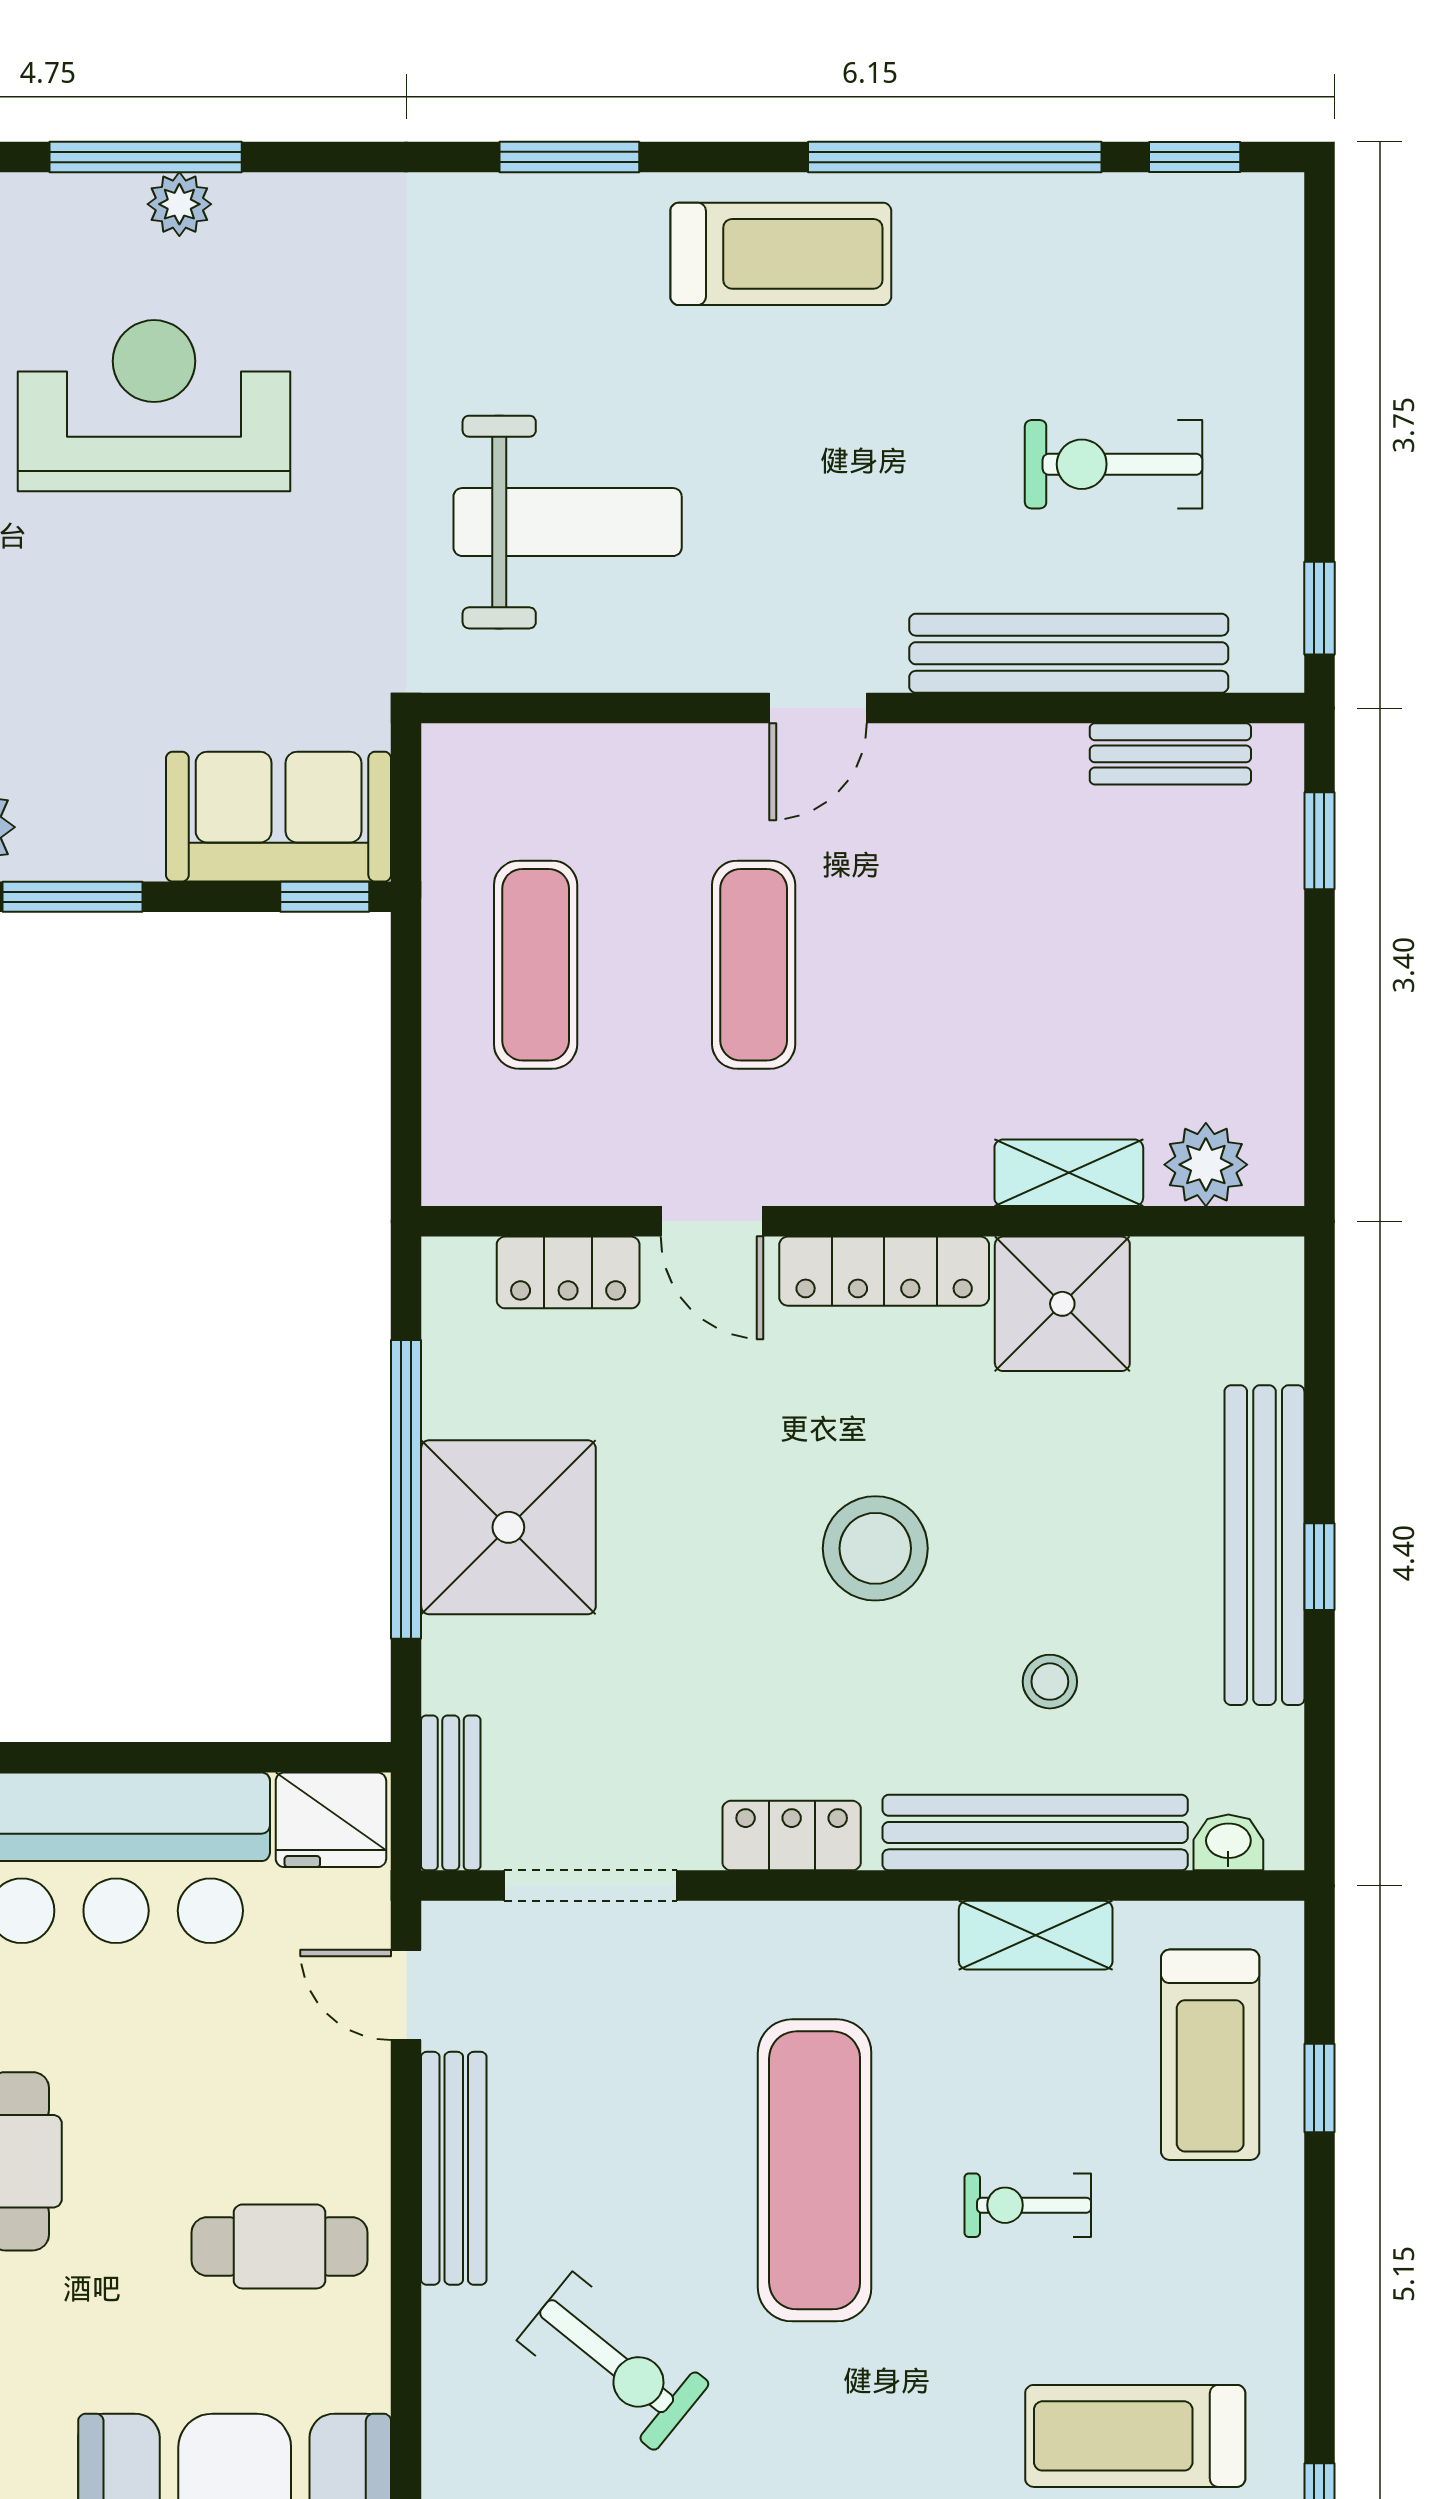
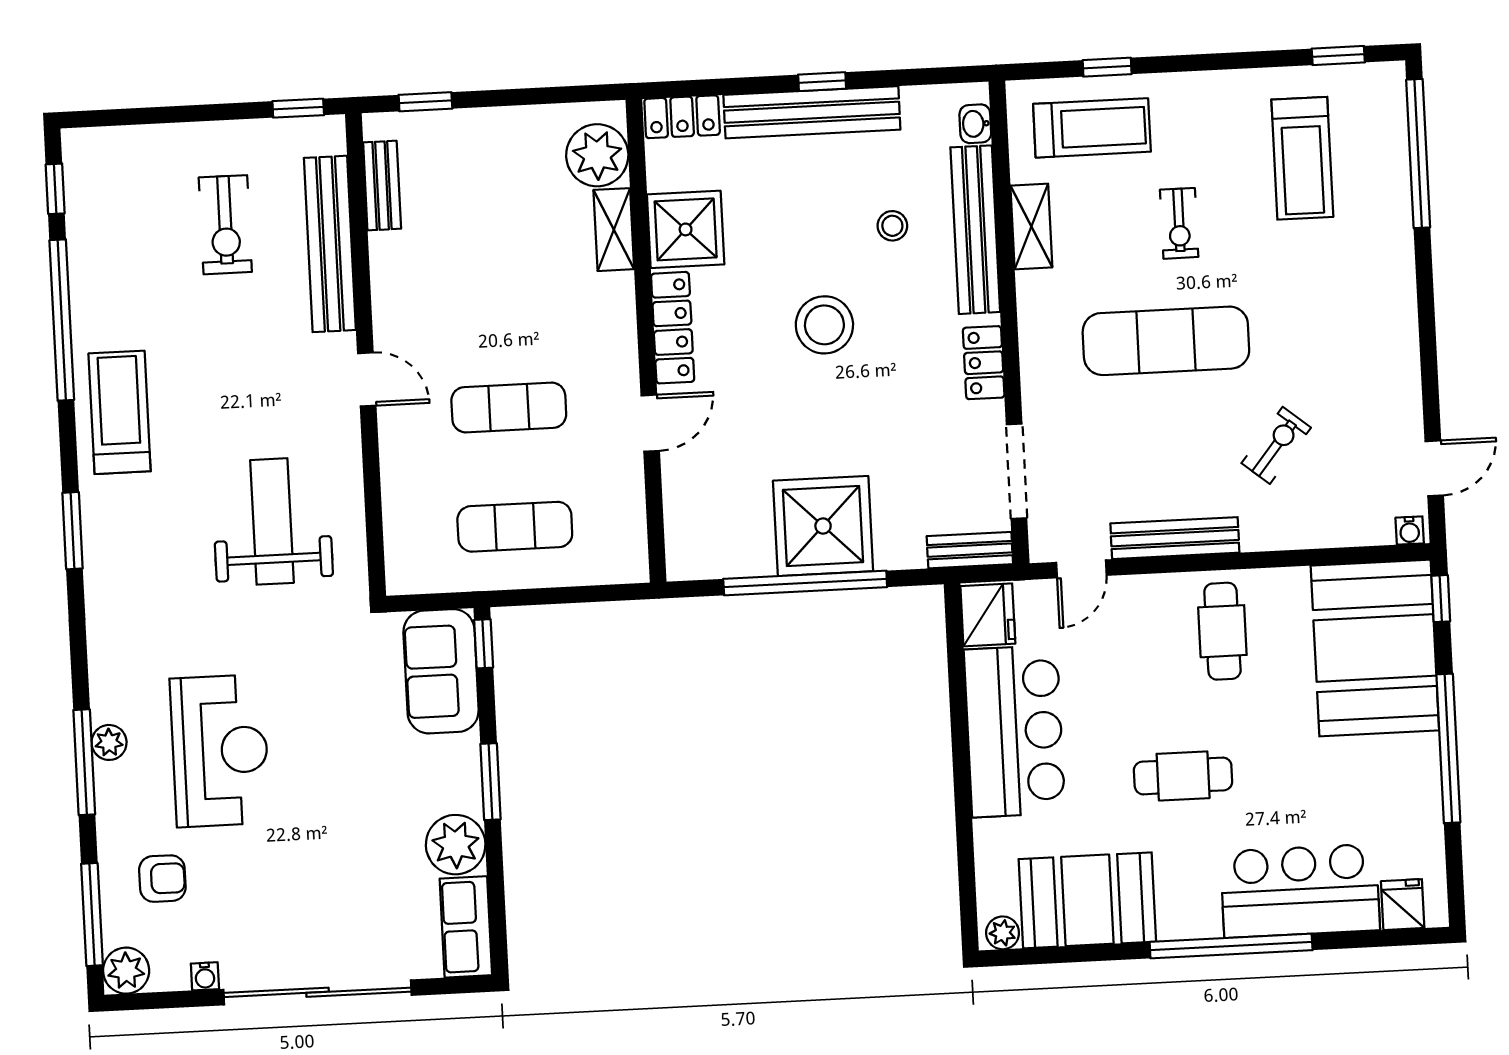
reception desk: (154, 406) -> (220, 751), turned 180
plant: (1206, 1165) -> (597, 155), width x1.36, depth x1.36
locker: (568, 1272) -> (682, 117), moved, turned 90
exercise bike: (614, 2362) -> (1276, 445), width x0.73, depth x0.72

